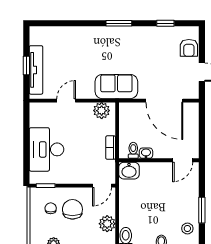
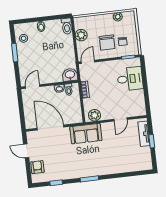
tv unit: (36, 70) -> (144, 134), width x0.71
desk: (47, 149) -> (130, 79), width x0.73

